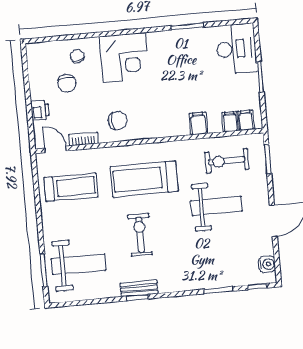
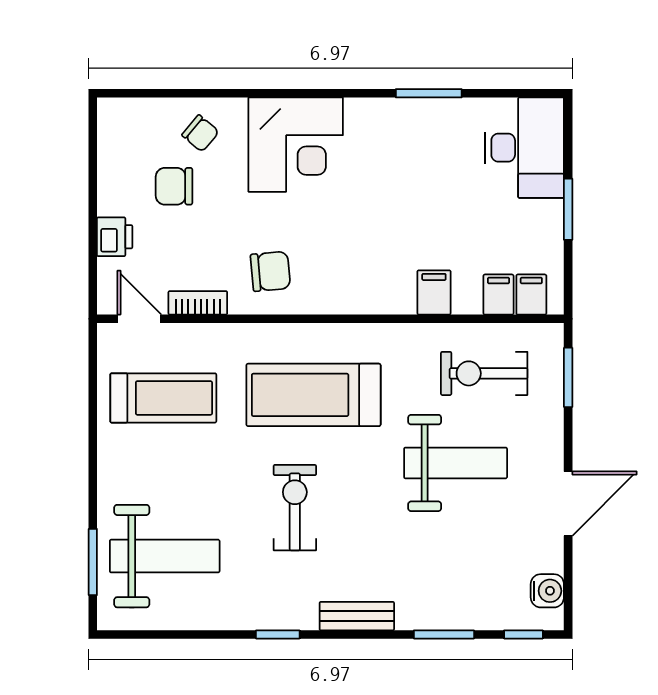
chair: (77, 56) -> (200, 133), turned 143
chair: (67, 83) -> (174, 186), turned 90
bench: (139, 288) -> (357, 616), moved

